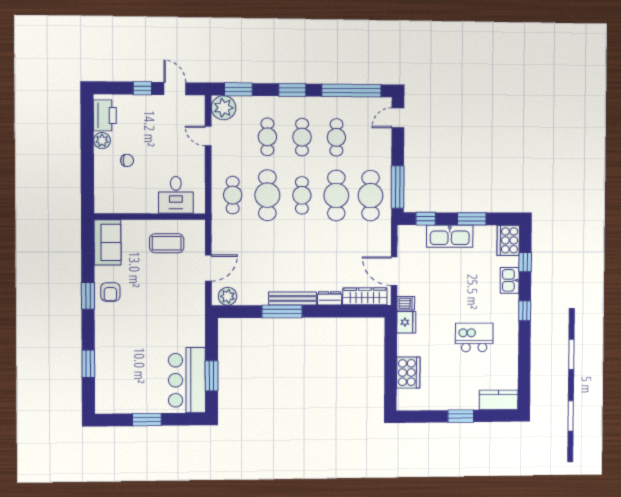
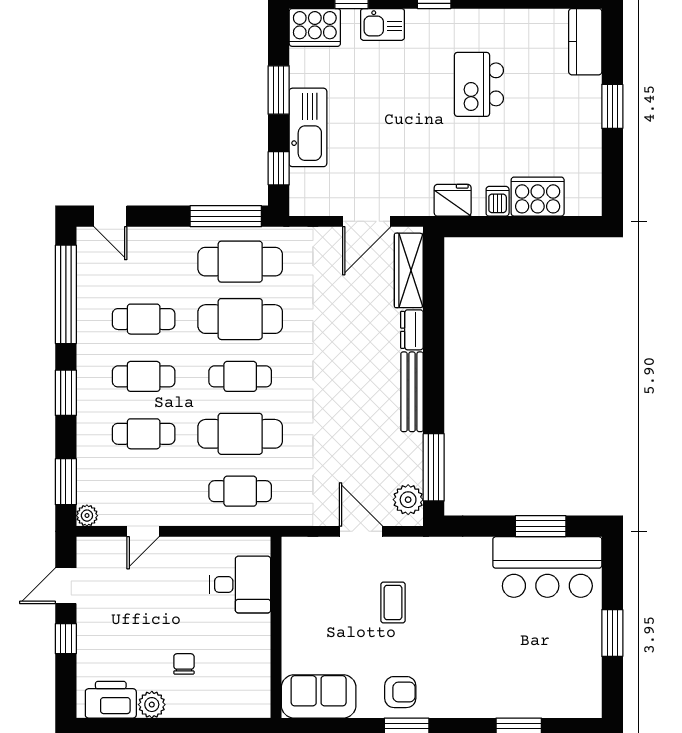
plant: (224, 108) -> (87, 516), width x0.53, depth x0.53
coffee table: (167, 243) -> (393, 603), moved, width x0.73, depth x0.77
dishwasher: (406, 303) -> (498, 201), moved
window: (282, 311) -> (434, 467), moved

